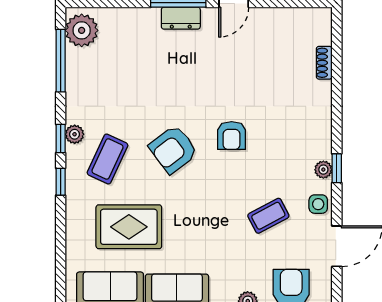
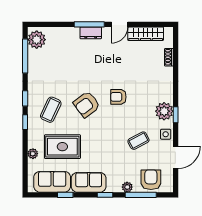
wardrobe: (281, 20) -> (146, 34), added
plant: (75, 134) -> (33, 154), moved
armchair: (232, 136) -> (118, 97), turned 90
plant: (323, 170) -> (164, 111), width x1.88, depth x1.88

